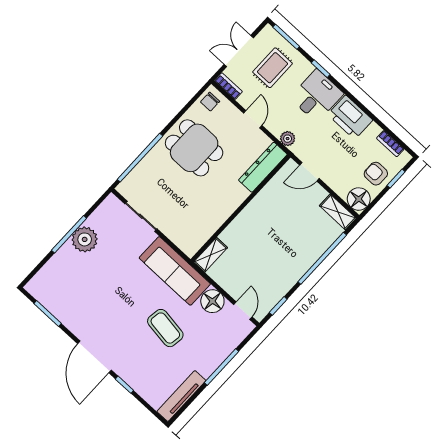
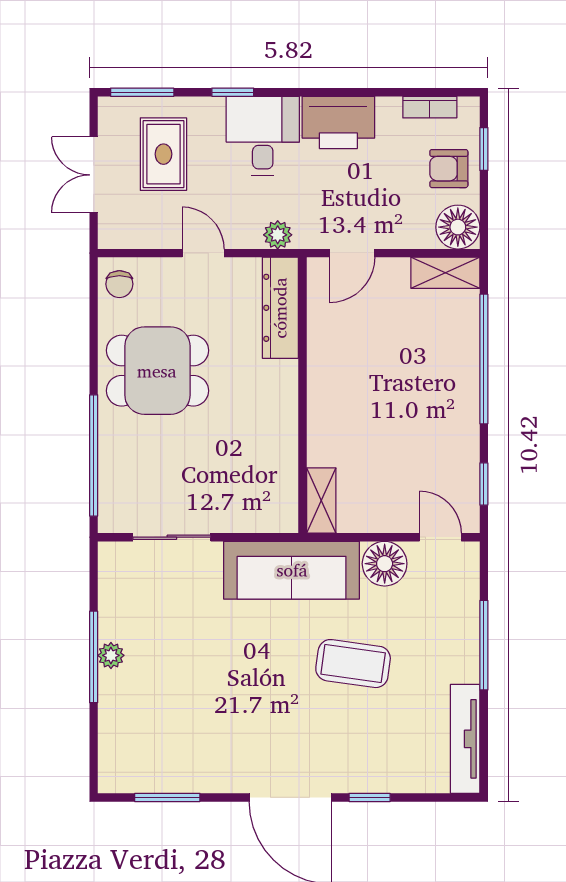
bookcase: (228, 86) -> (125, 238), removed
plant: (85, 239) -> (111, 655), width x0.53, depth x0.53

